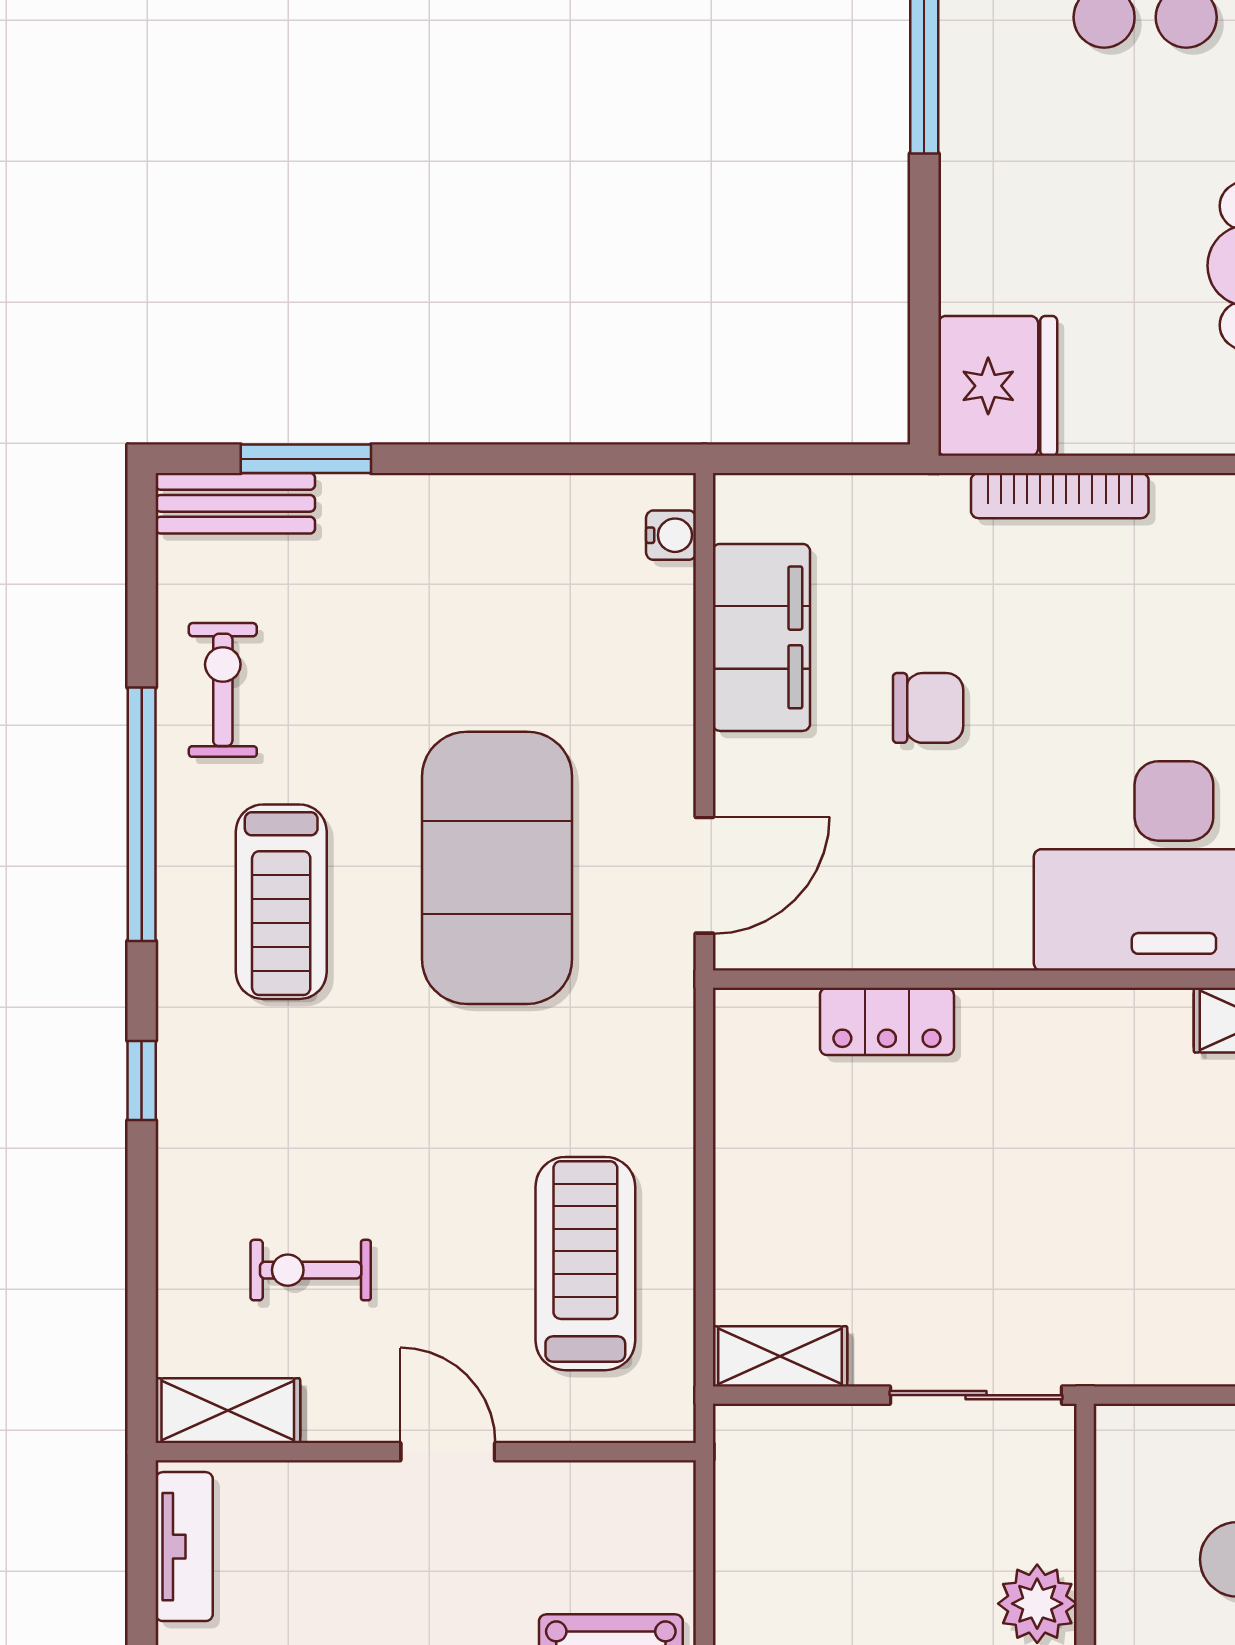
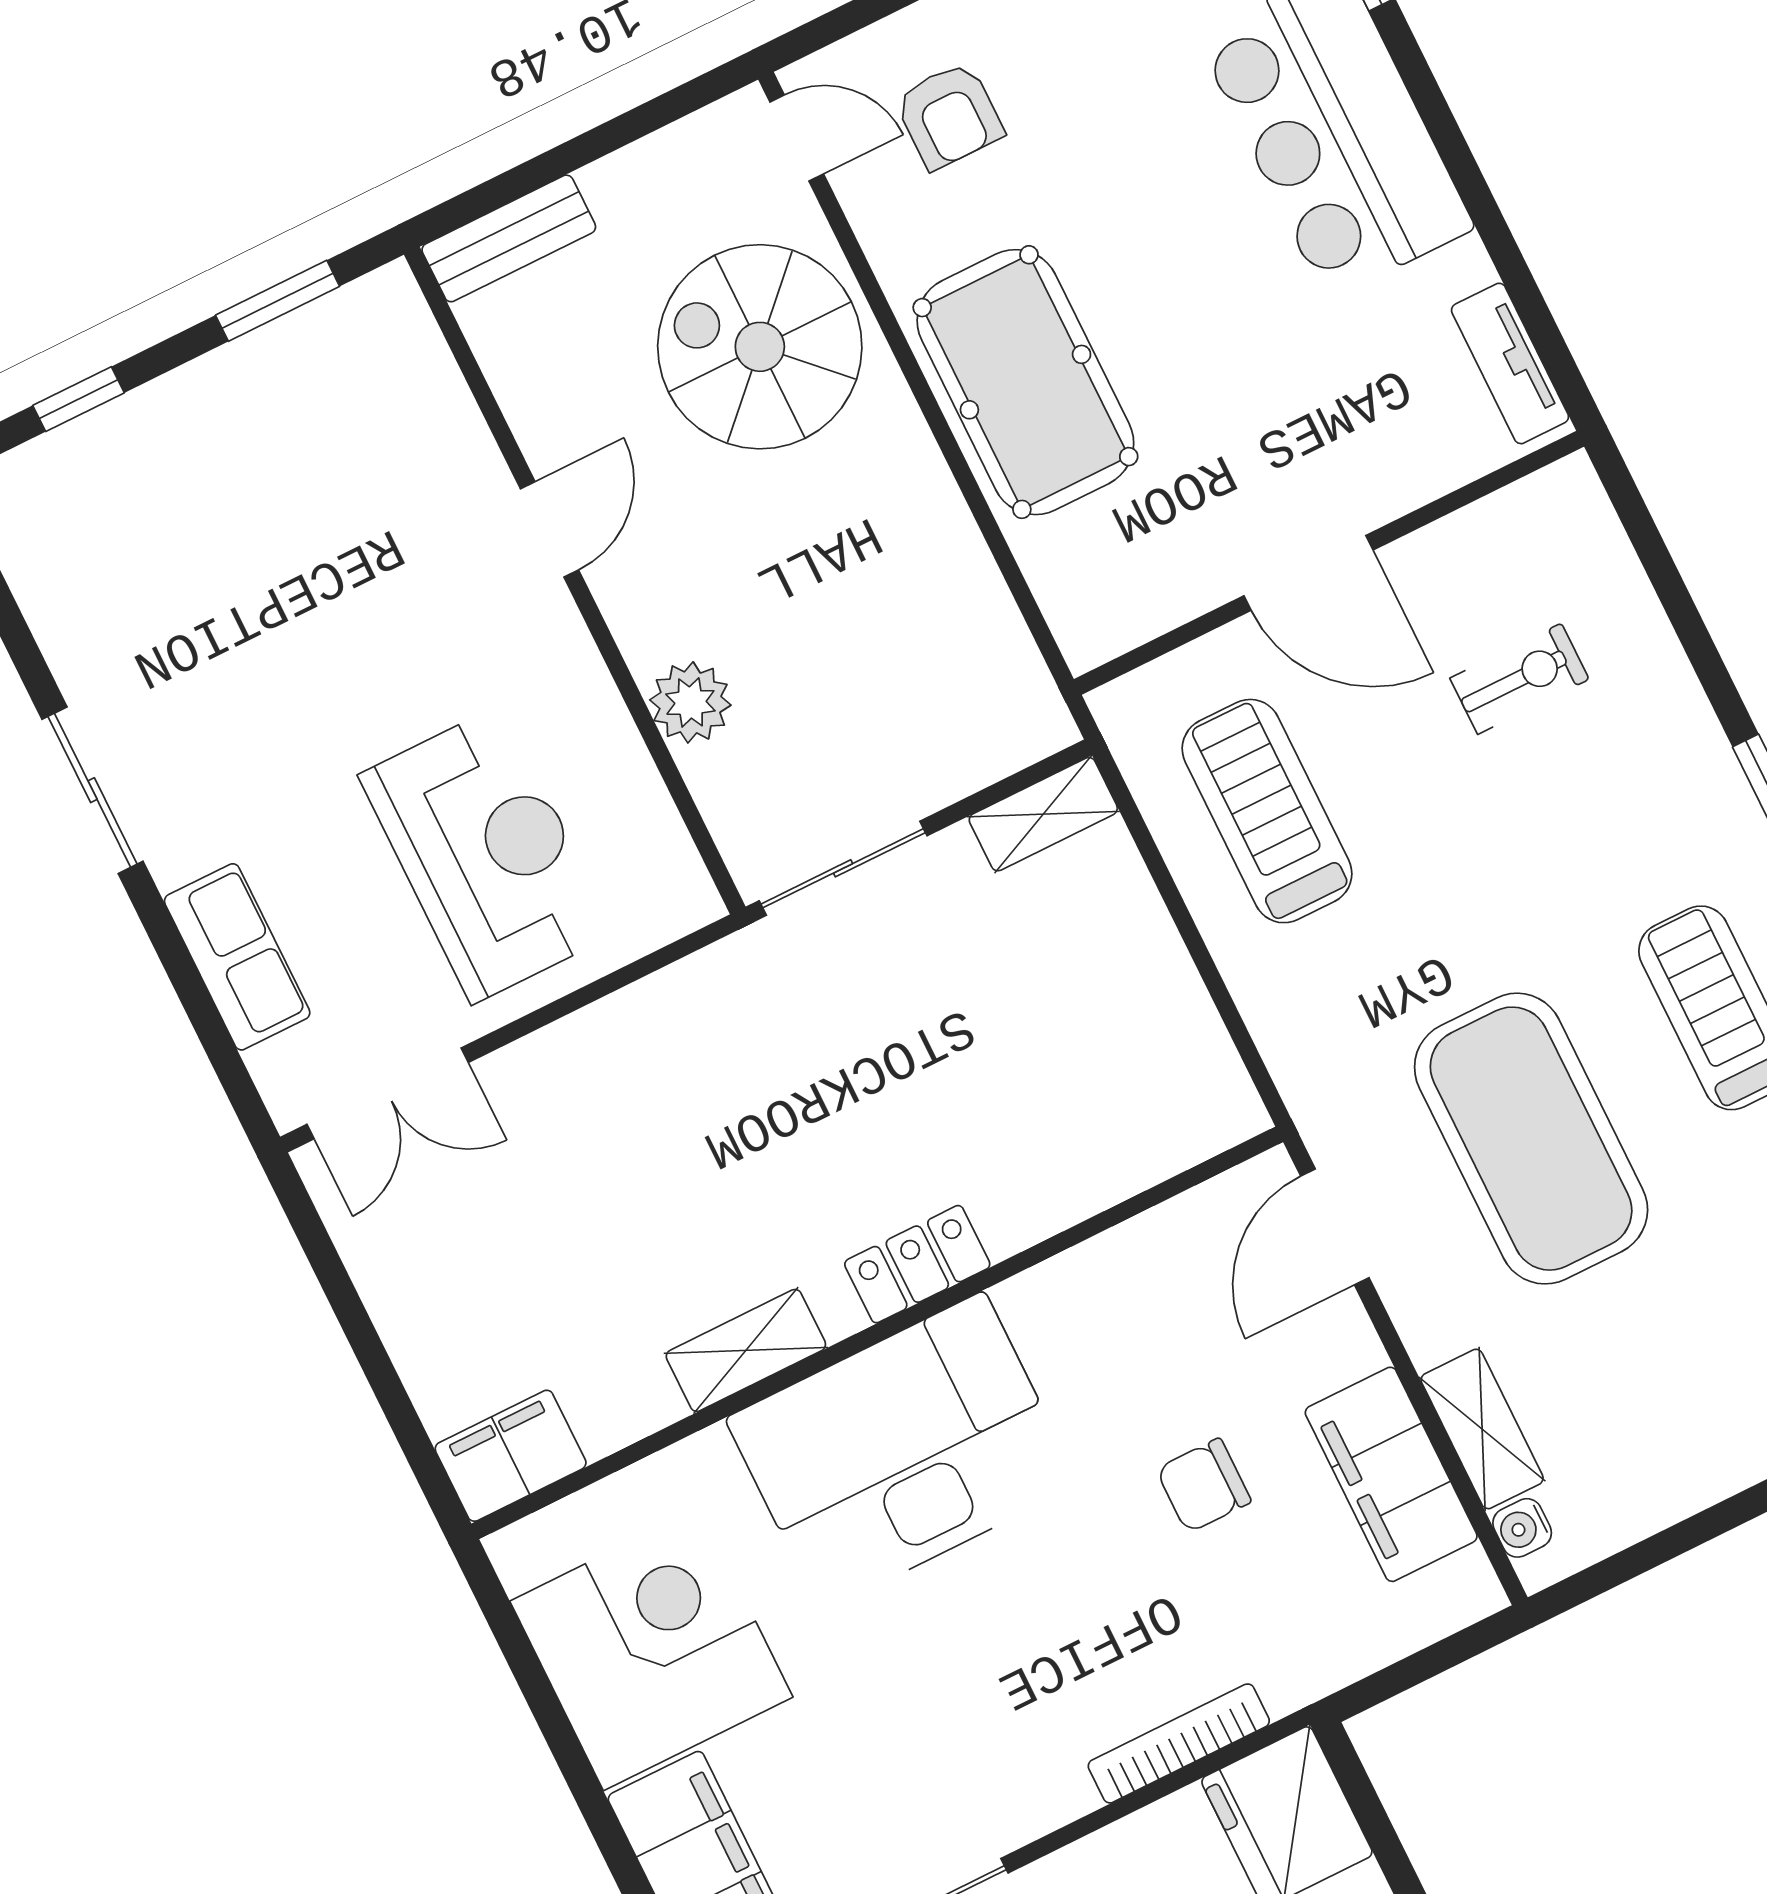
locker: (887, 1021) -> (917, 1264), moved
treadmill: (585, 1264) -> (1267, 811), turned 180
shelving: (228, 1411) -> (1482, 1429), moved, turned 90
door: (448, 1452) -> (1309, 573), width x1.38

